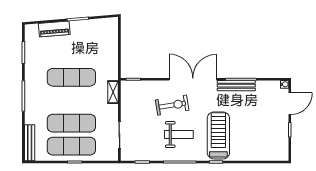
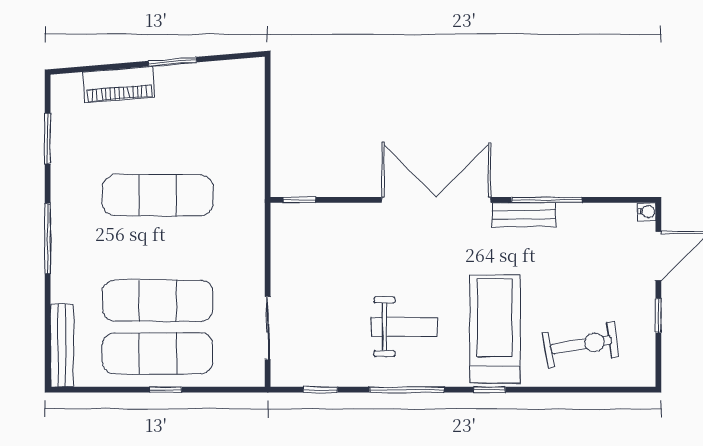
bench: (236, 86) -> (524, 215), width x0.73
shelving: (113, 92) -> (253, 230), removed
exercise bike: (172, 105) -> (581, 345), moved

